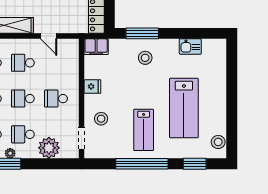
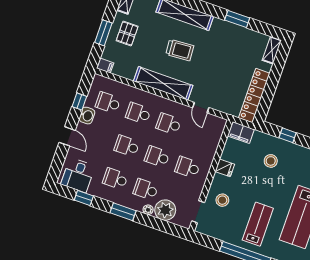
window: (142, 33) -> (288, 135), width x0.46
stool: (145, 58) -> (271, 161), moved
lab bench: (144, 130) -> (258, 224), turned 180
plant: (10, 153) -> (148, 210), moved

